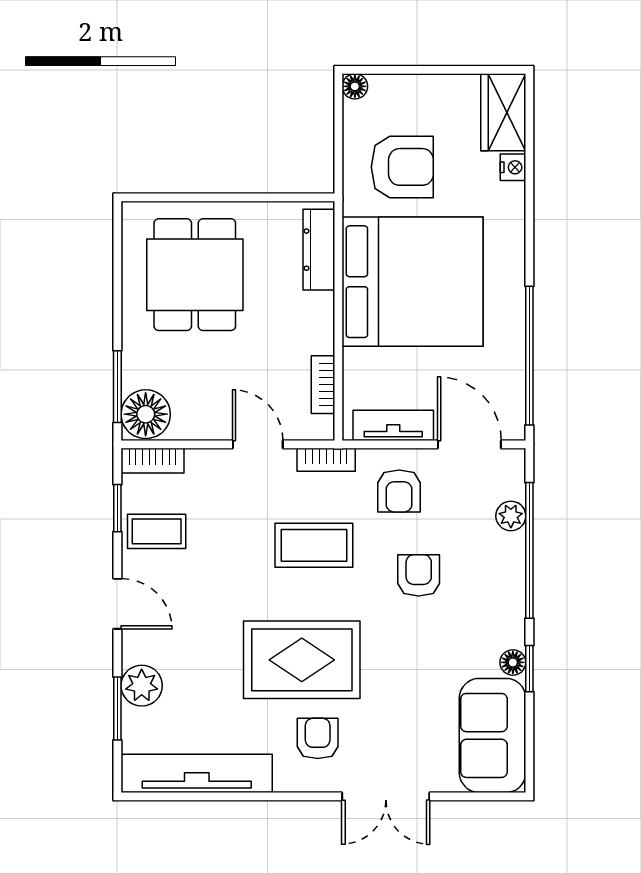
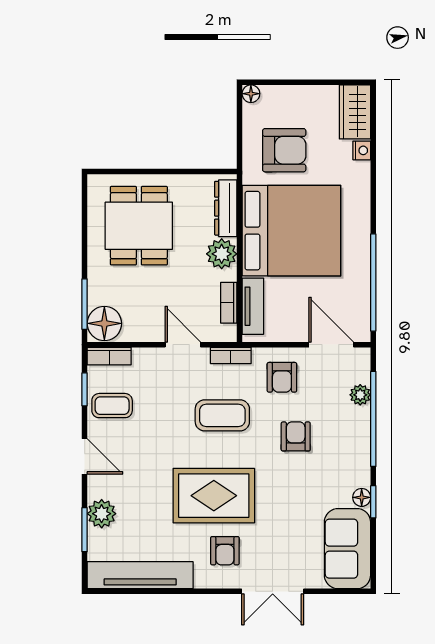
plant: (313, 315) -> (222, 254), added
tv unit: (393, 425) -> (253, 306), moved, turned 90
armchair: (318, 738) -> (225, 551), turned 180

